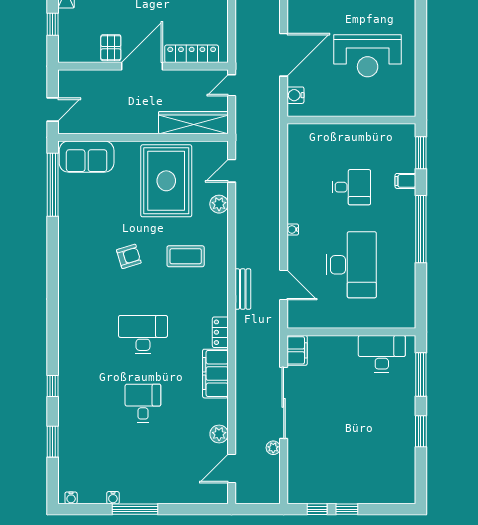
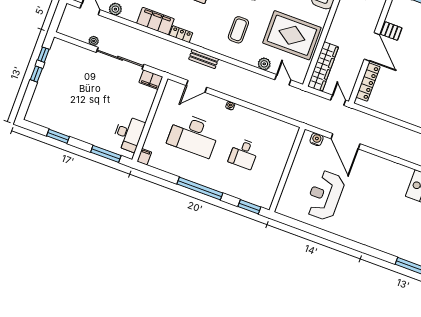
filing cabinet: (405, 181) -> (144, 157), moved
window: (421, 431) -> (58, 136), moved

